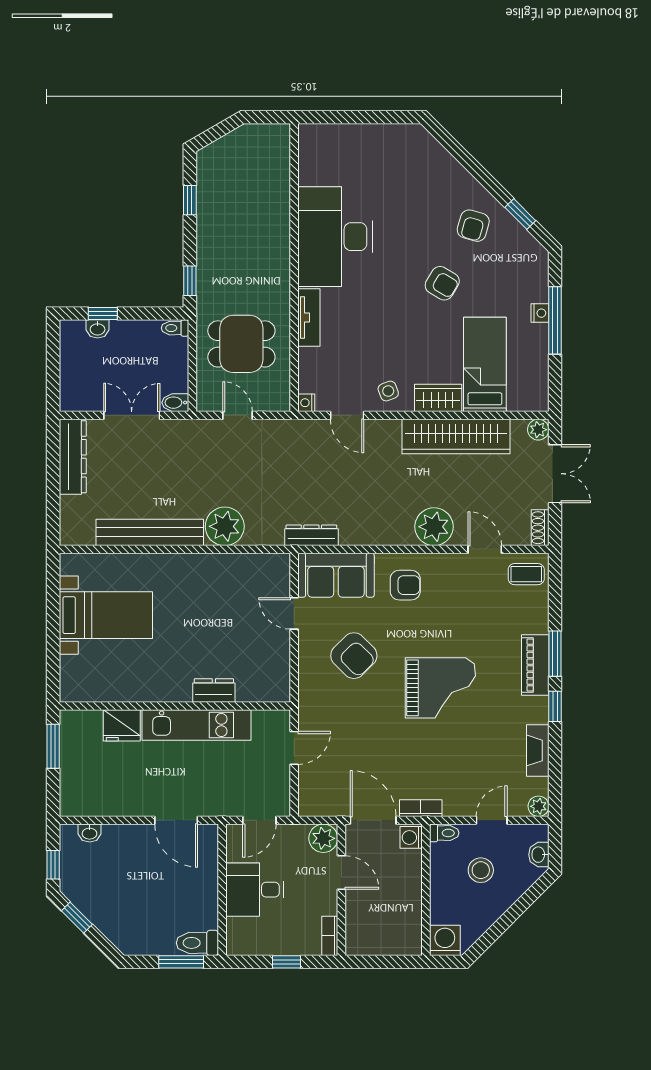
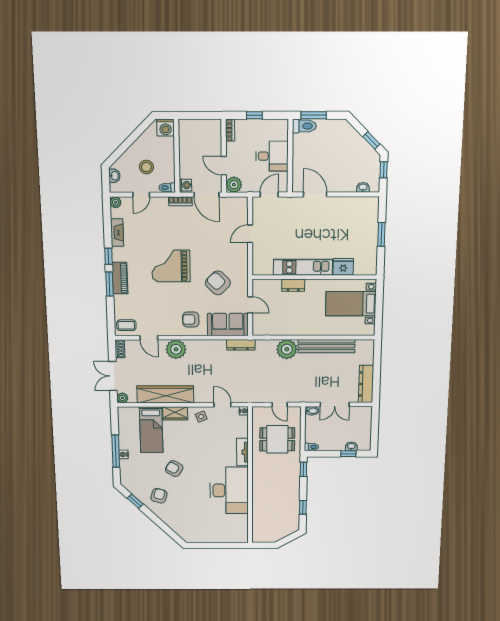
dresser: (214, 690) -> (293, 285), moved
wall: (175, 706) -> (314, 277), moved
fridge: (122, 725) -> (343, 267), moved
kitchen unit: (196, 725) -> (303, 267), moved

